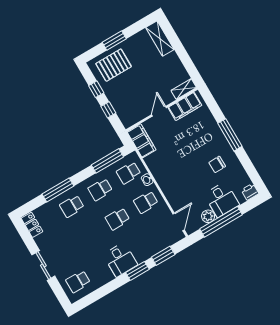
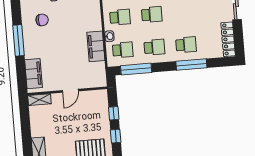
filing cabinet: (185, 106) -> (33, 74), moved, turned 90
filing cabinet: (141, 141) -> (96, 46), moved
locker: (32, 225) -> (228, 39), width x1.53

